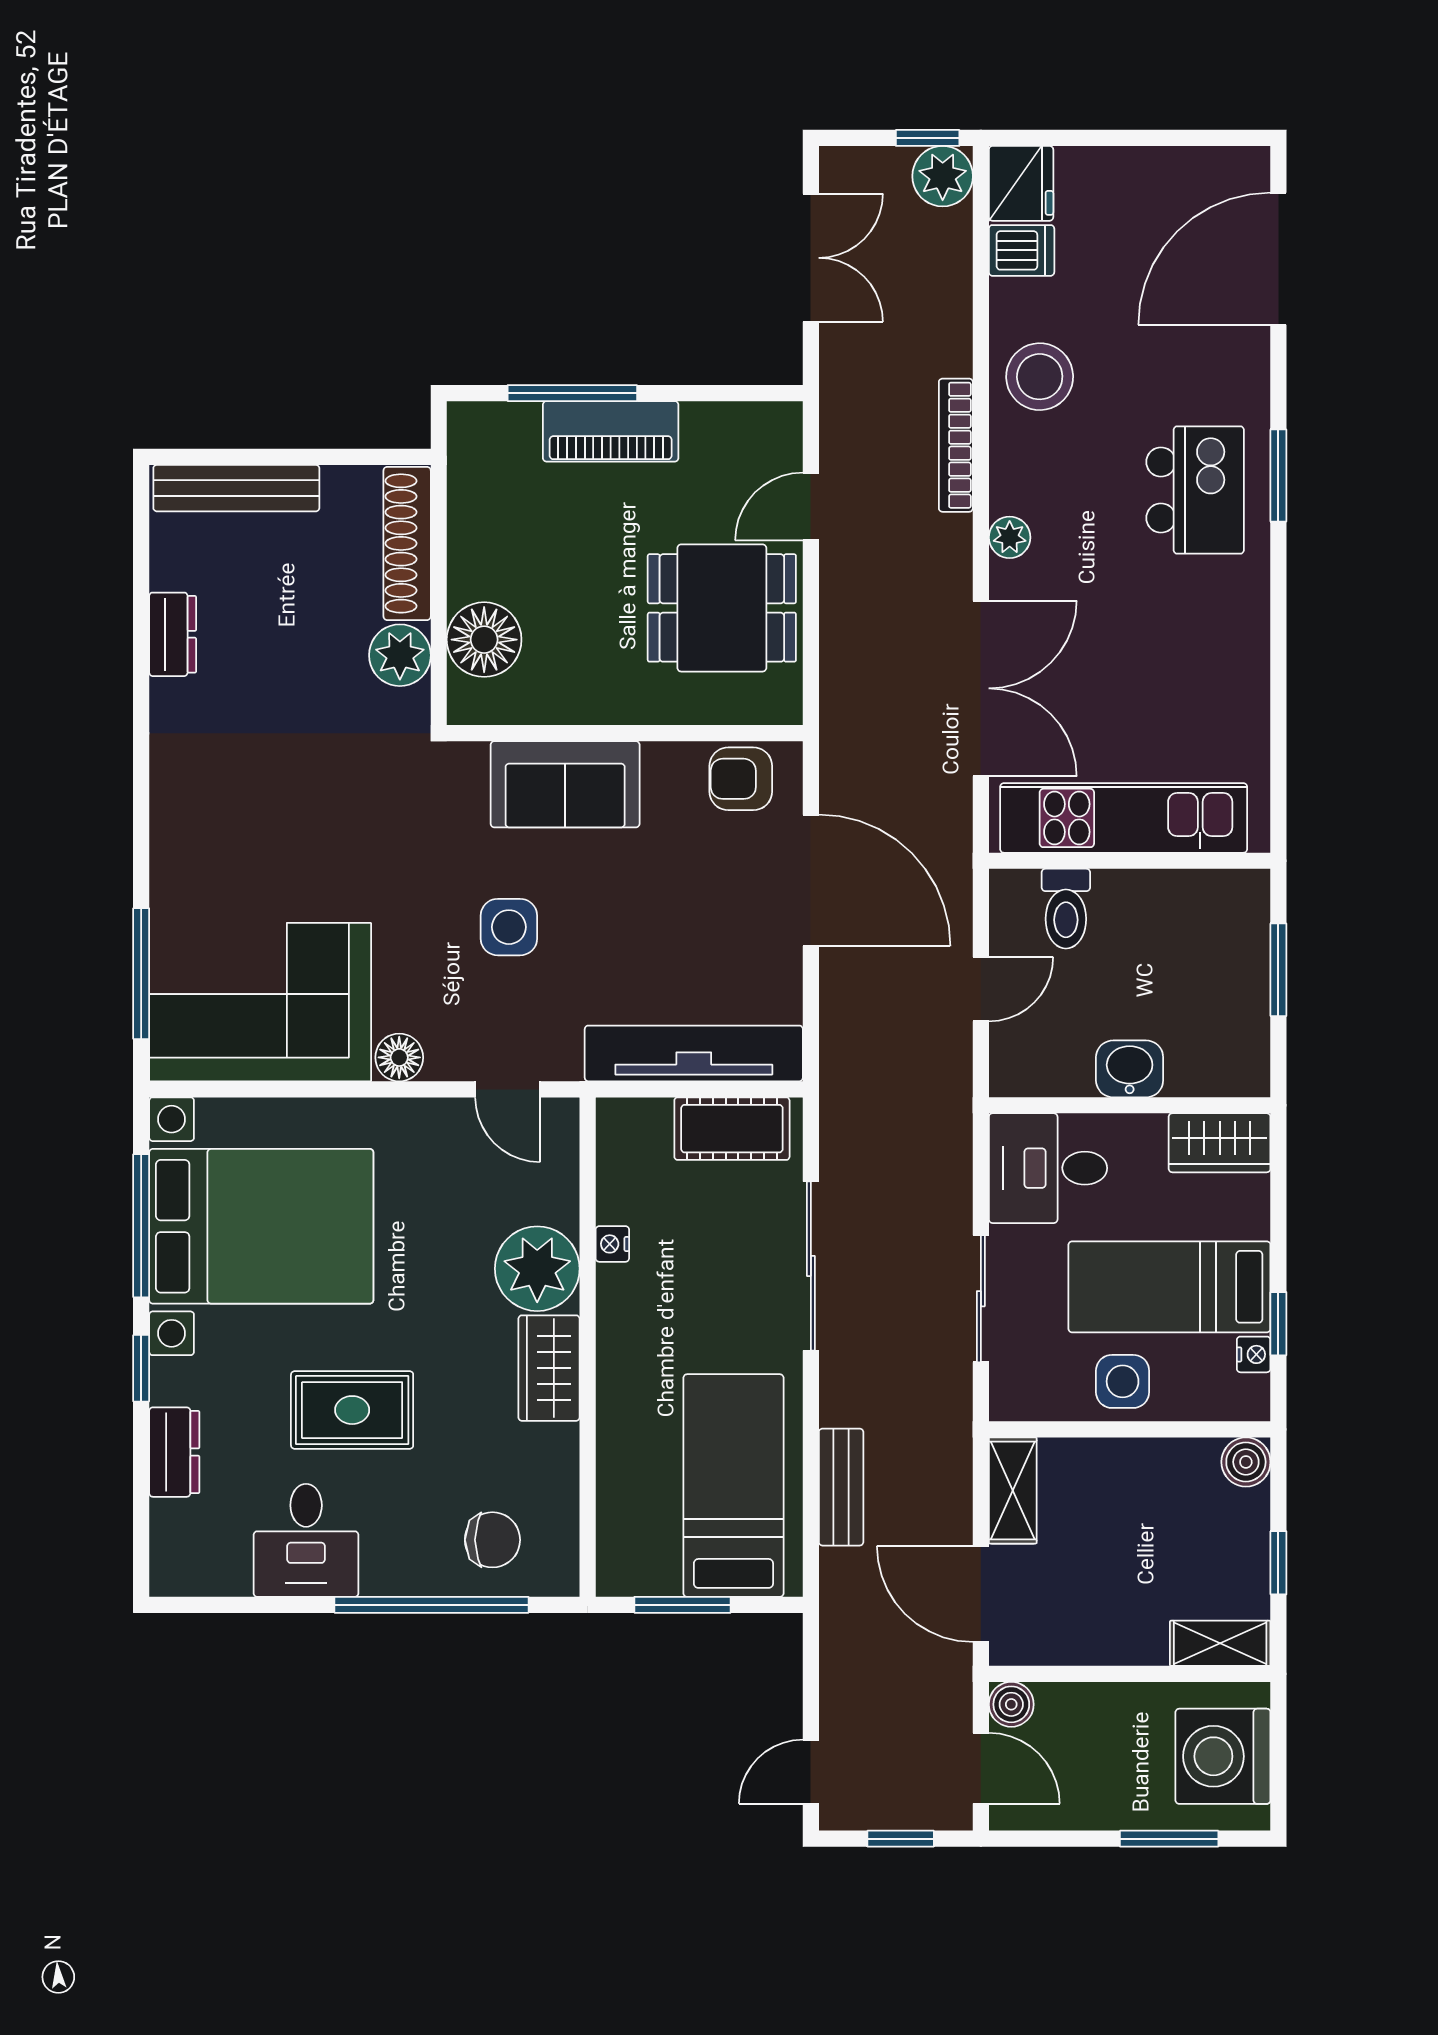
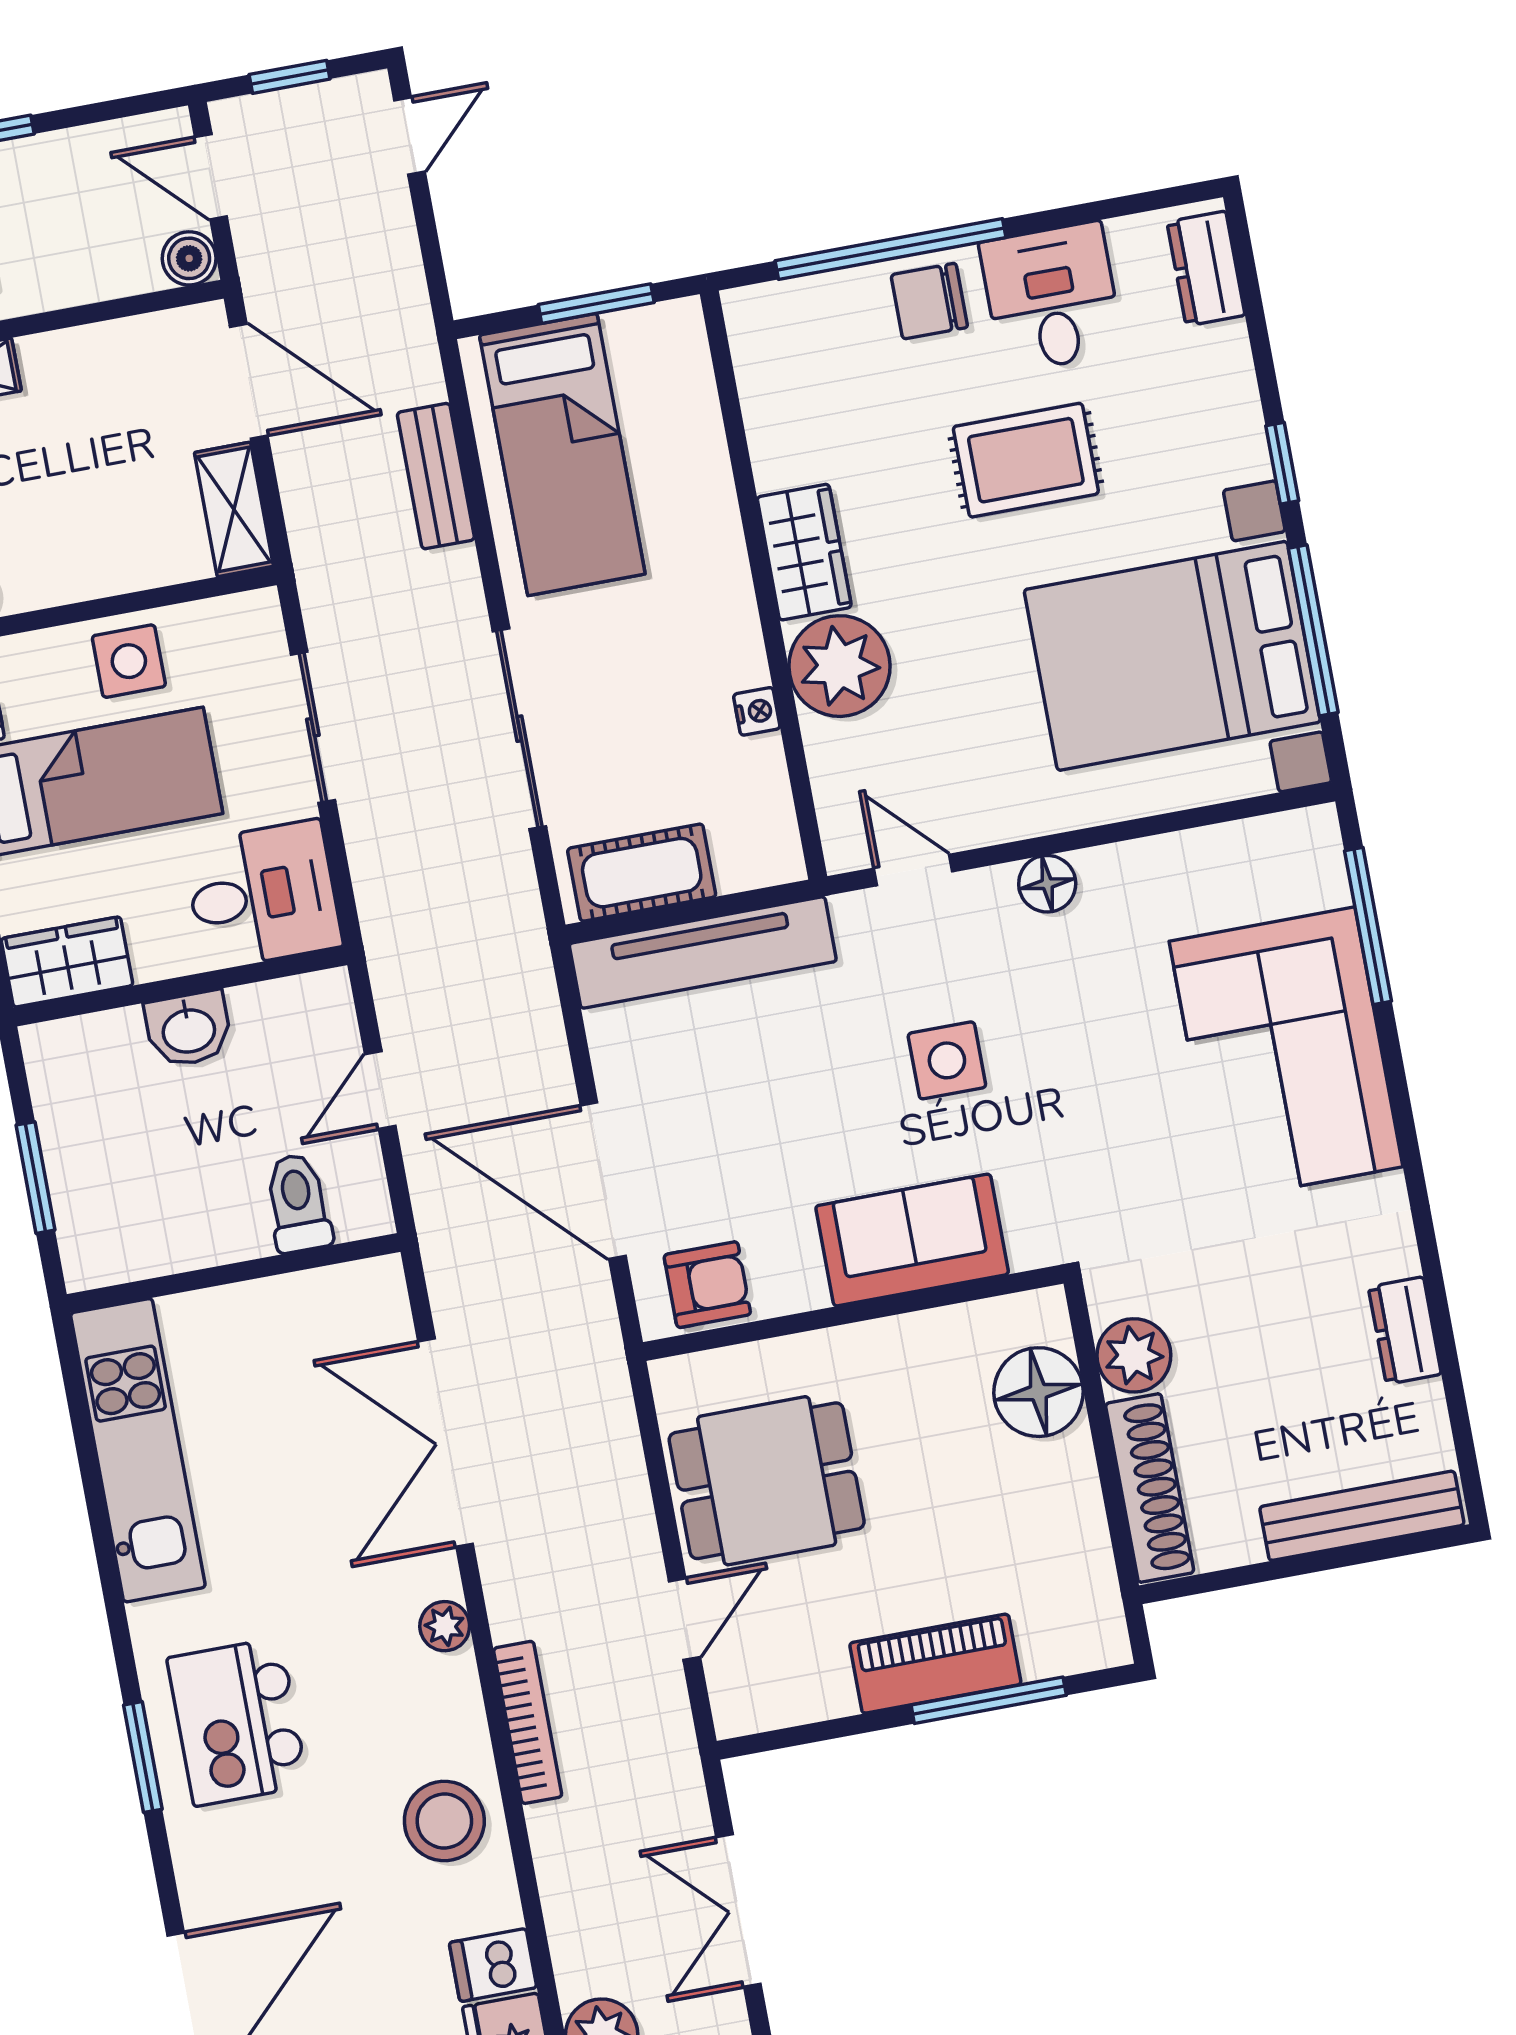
kitchen unit: (1124, 818) -> (138, 1450), moved, turned -90
corner sofa: (260, 1002) -> (1286, 1054), moved, turned 90
dresser: (174, 1452) -> (1206, 269), moved
chair: (492, 1540) -> (929, 301), moved

